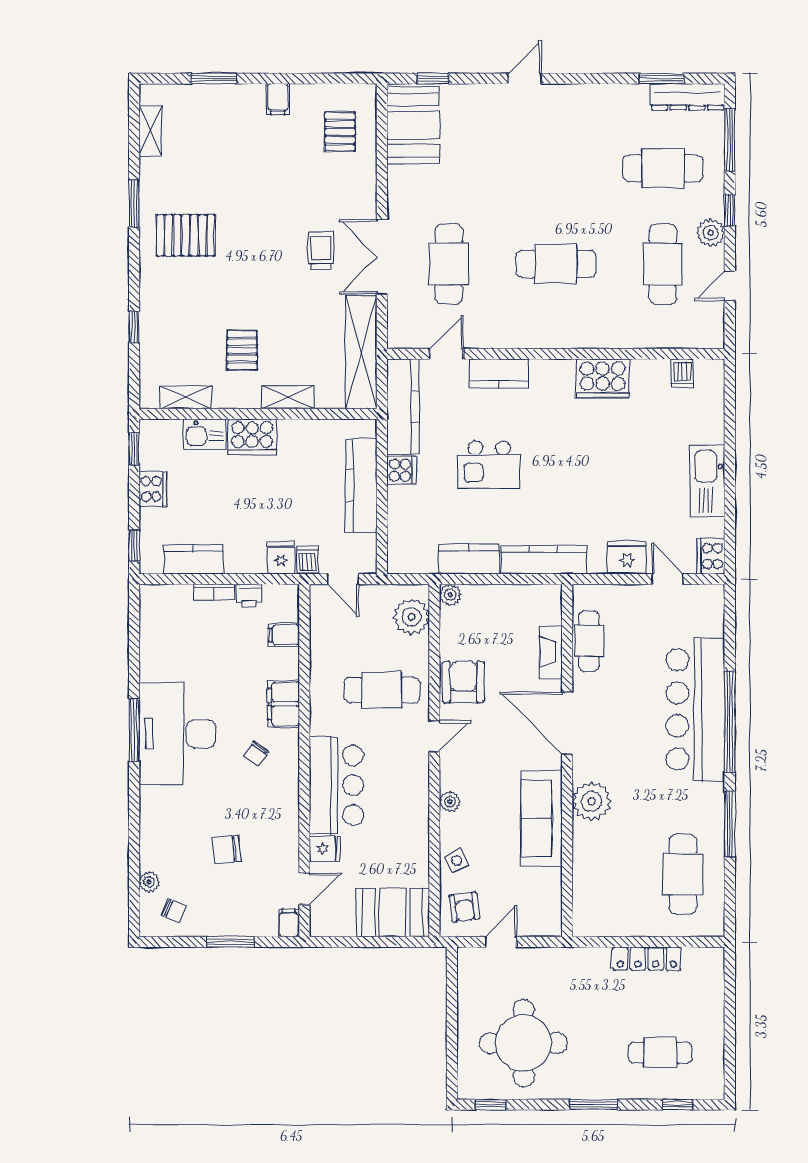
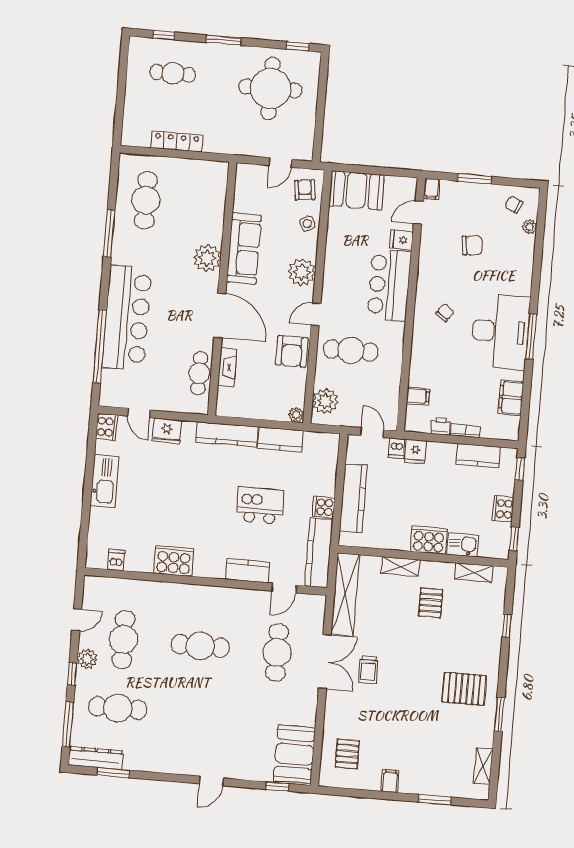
filing cabinet: (283, 704) -> (511, 397), moved, turned 180
window: (730, 722) -> (100, 346), moved
plant: (450, 802) -> (302, 272), width x1.88, depth x1.88

